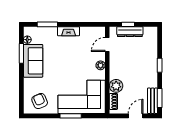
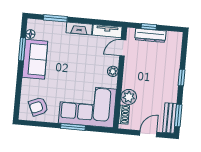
tv unit: (93, 31) -> (107, 31), added
armchair: (40, 101) -> (38, 107), turned -91

